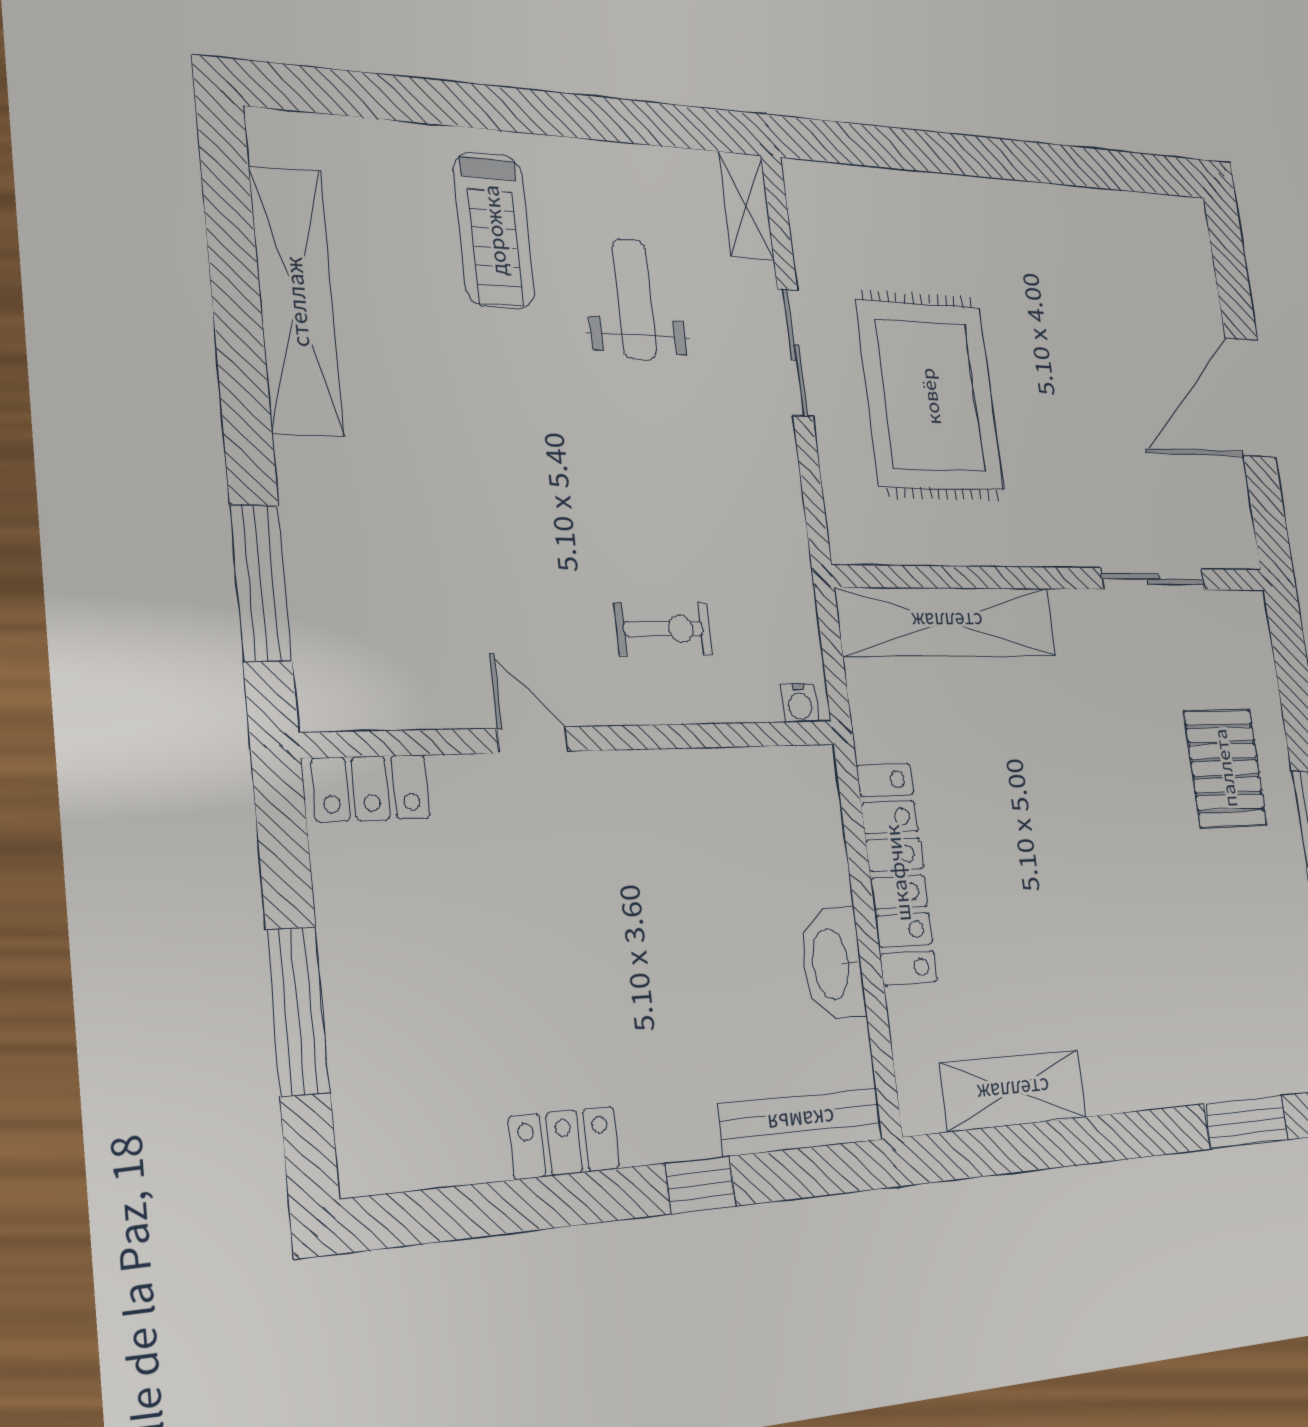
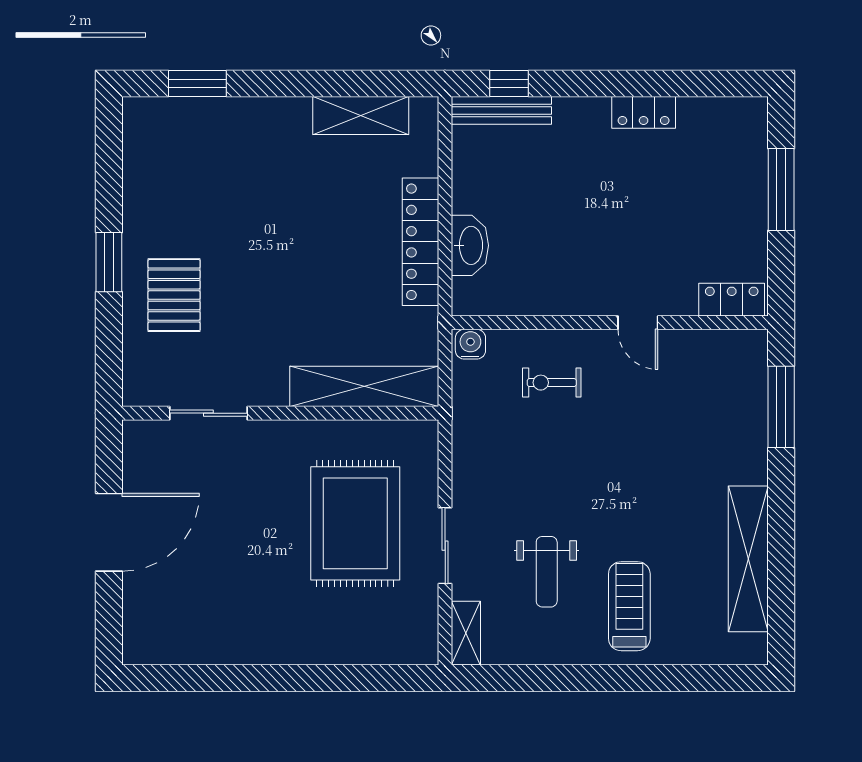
water cooler: (800, 703) -> (470, 344), width x1.38, depth x1.38
washbasin: (832, 964) -> (470, 245), moved
window: (700, 1185) -> (509, 84), moved

